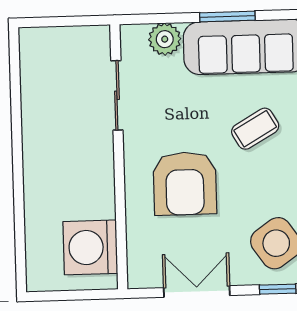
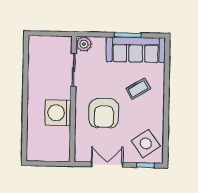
plant: (165, 39) -> (84, 44), moved
washing machine: (90, 247) -> (58, 113), moved

